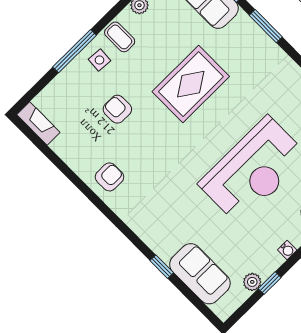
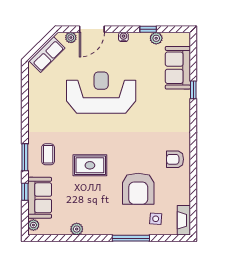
coffee table: (120, 37) -> (48, 154), moved
side table: (99, 60) -> (156, 219), moved
rug: (191, 84) -> (90, 165), width x0.73, depth x0.70
armchair: (117, 109) -> (138, 189), width x1.88, depth x1.88

